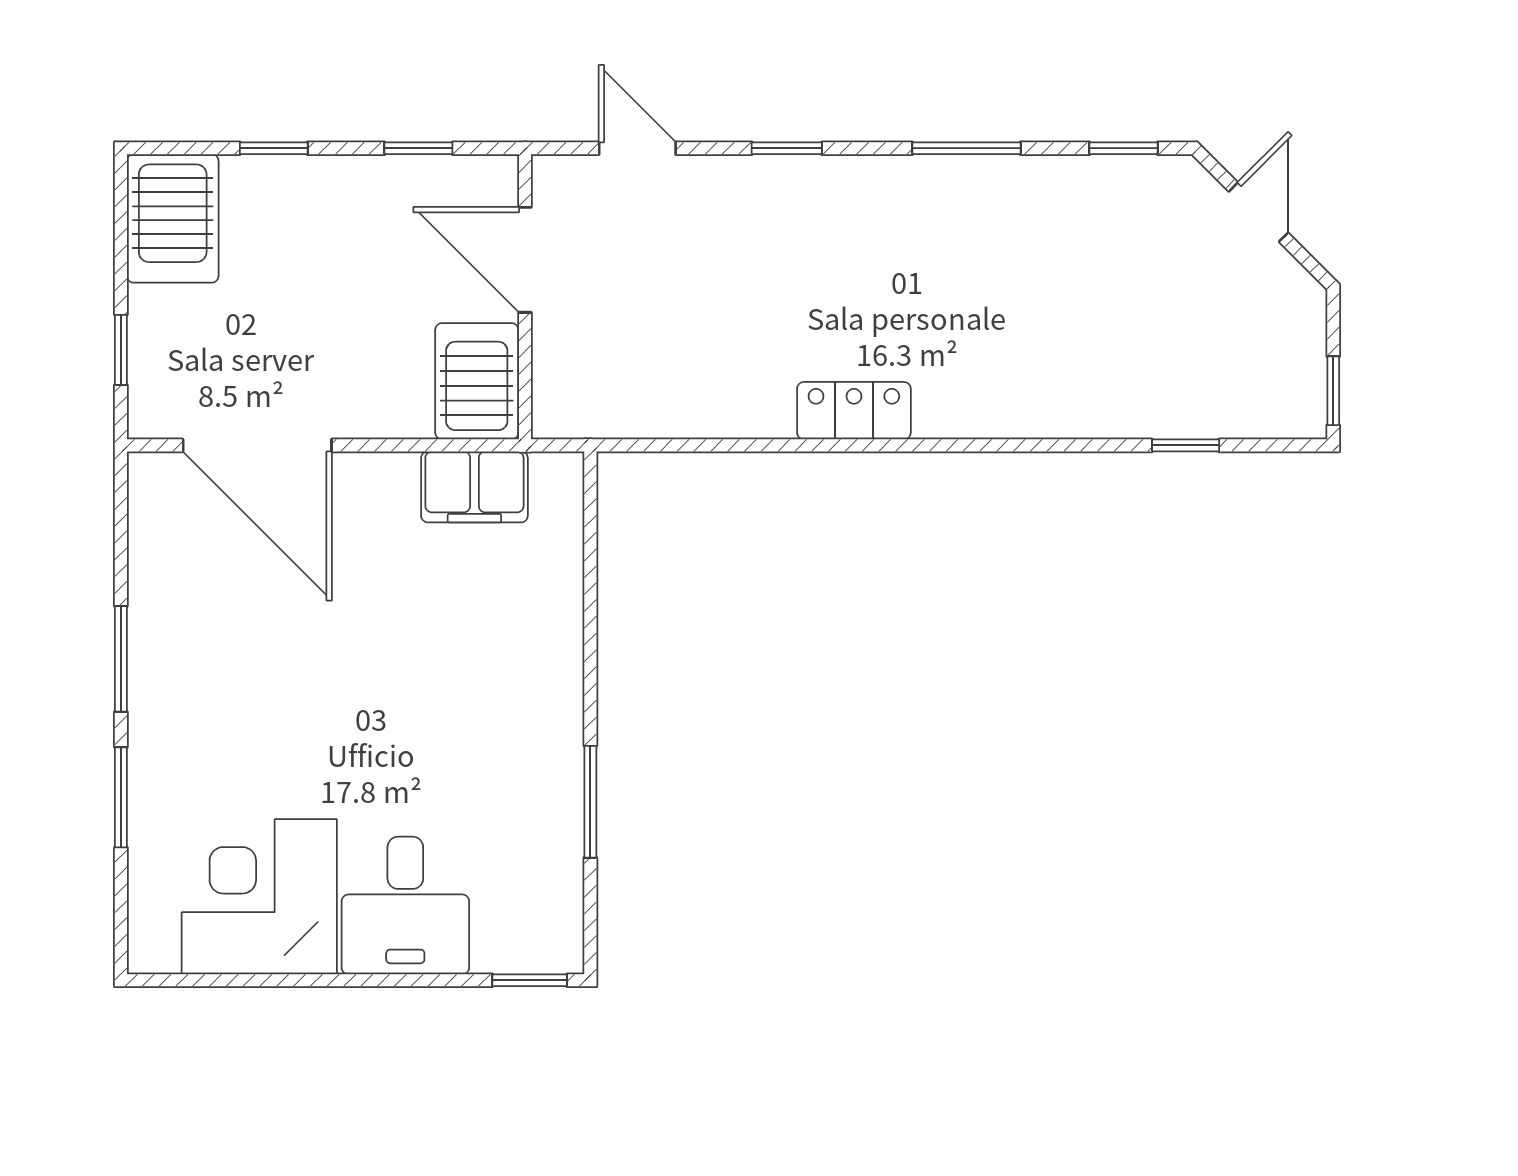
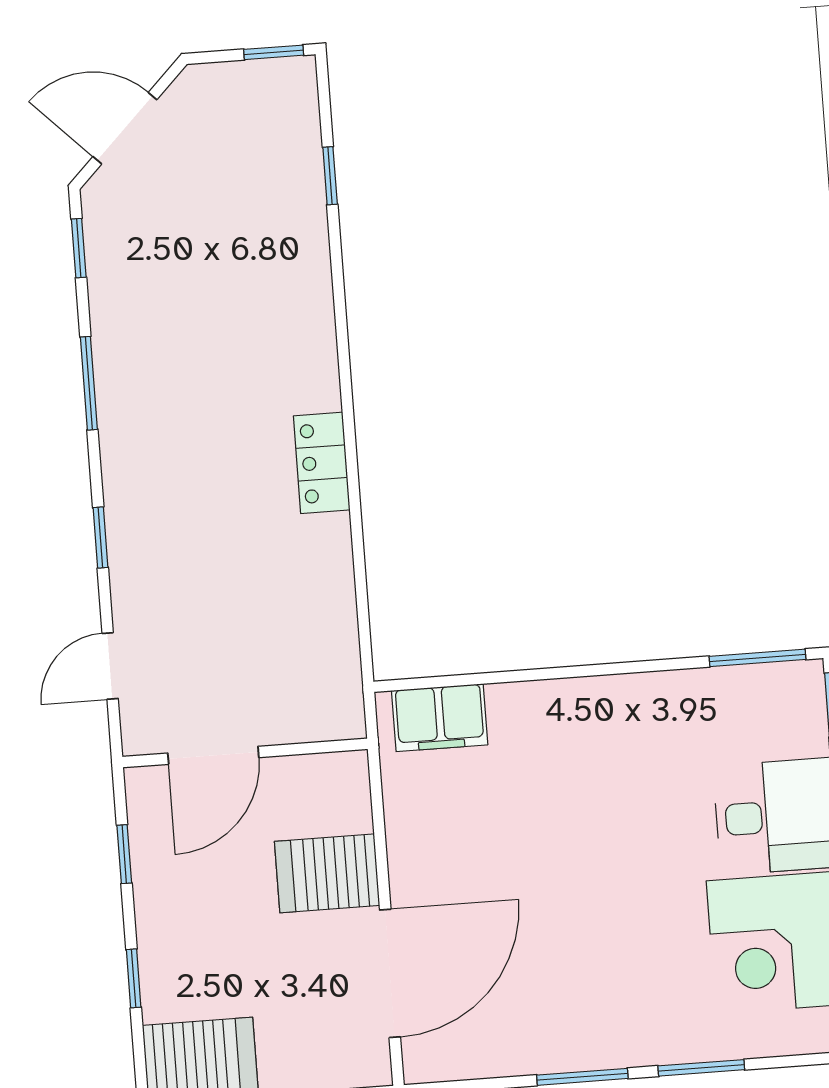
door: (1258, 212) -> (125, 128), width x1.38
server rack: (477, 381) -> (327, 873), moved
filing cabinet: (474, 487) -> (440, 718), moved, turned 90
window: (590, 802) -> (757, 658), moved

